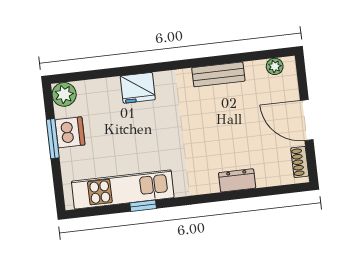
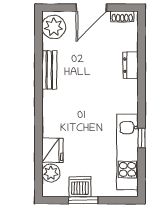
plant: (275, 66) -> (54, 27), width x1.88, depth x1.88
fridge: (138, 88) -> (52, 150), moved
plant: (64, 94) -> (51, 173), moved

